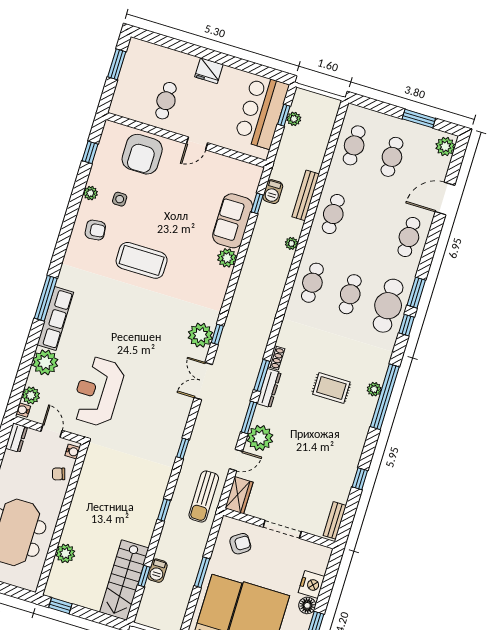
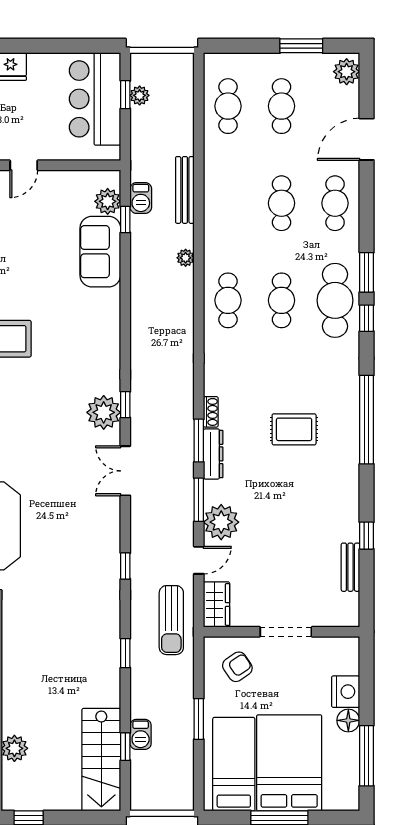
cafe table: (333, 214) -> (282, 203), moved
plant: (227, 258) -> (108, 201), moved
plant: (374, 389) -> (350, 414), removed
bench: (335, 520) -> (350, 567), moved

